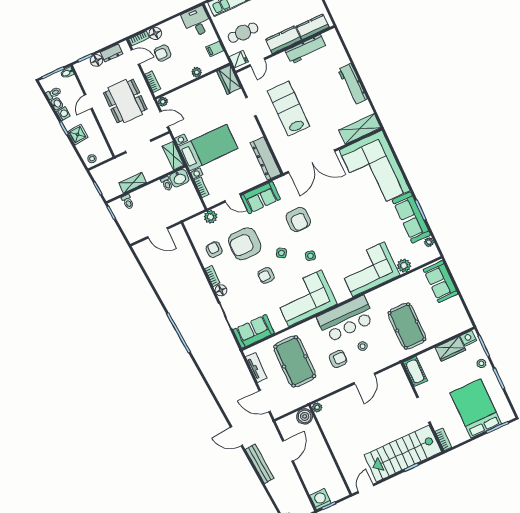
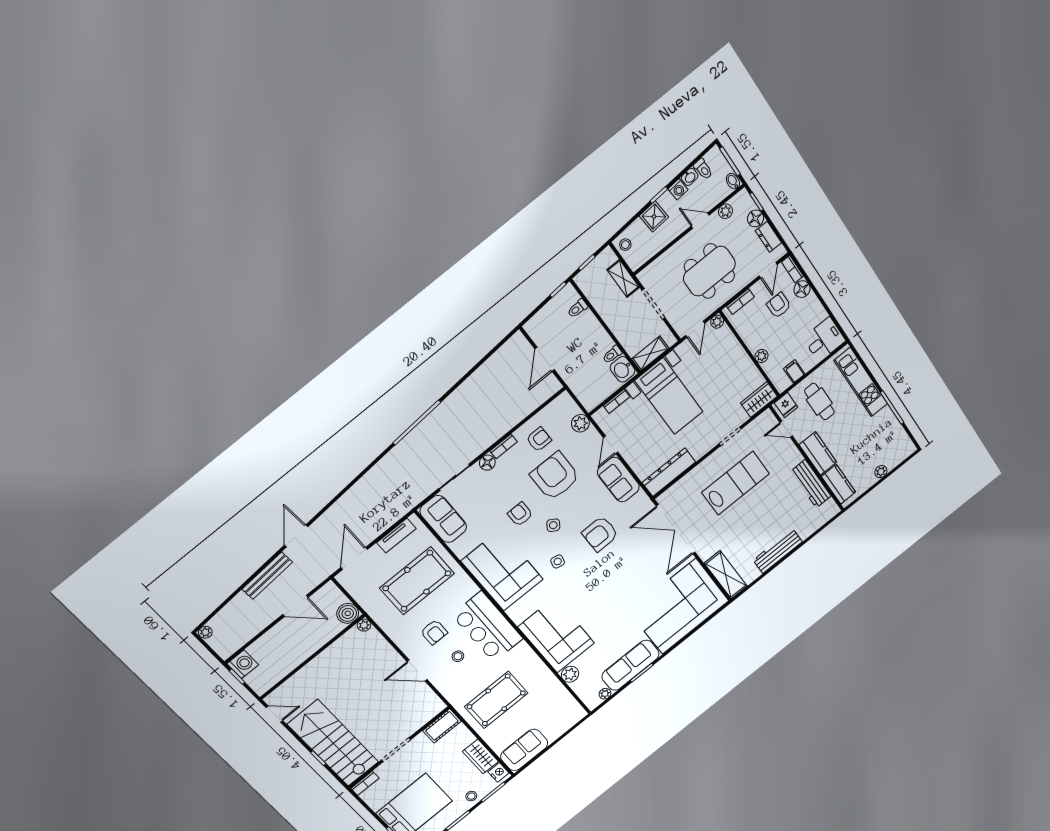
plant: (86, 82) -> (725, 211), added
shelving: (133, 183) -> (623, 278), moved
sofa: (441, 282) -> (524, 750), moved

